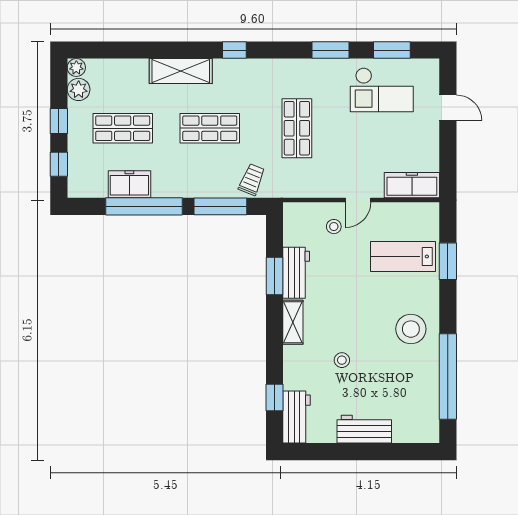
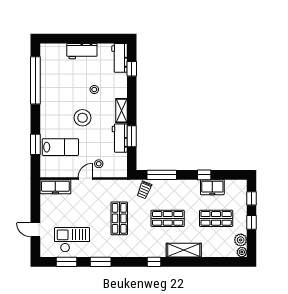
window: (144, 206) -> (204, 175), width x0.32
stool: (411, 329) -> (83, 118), moved

